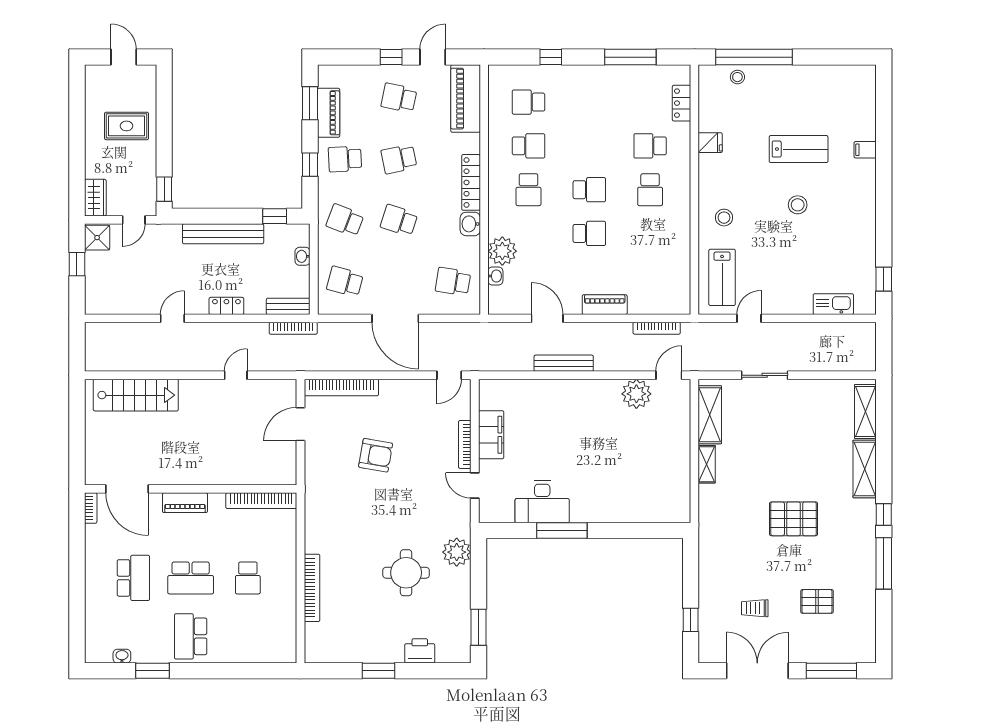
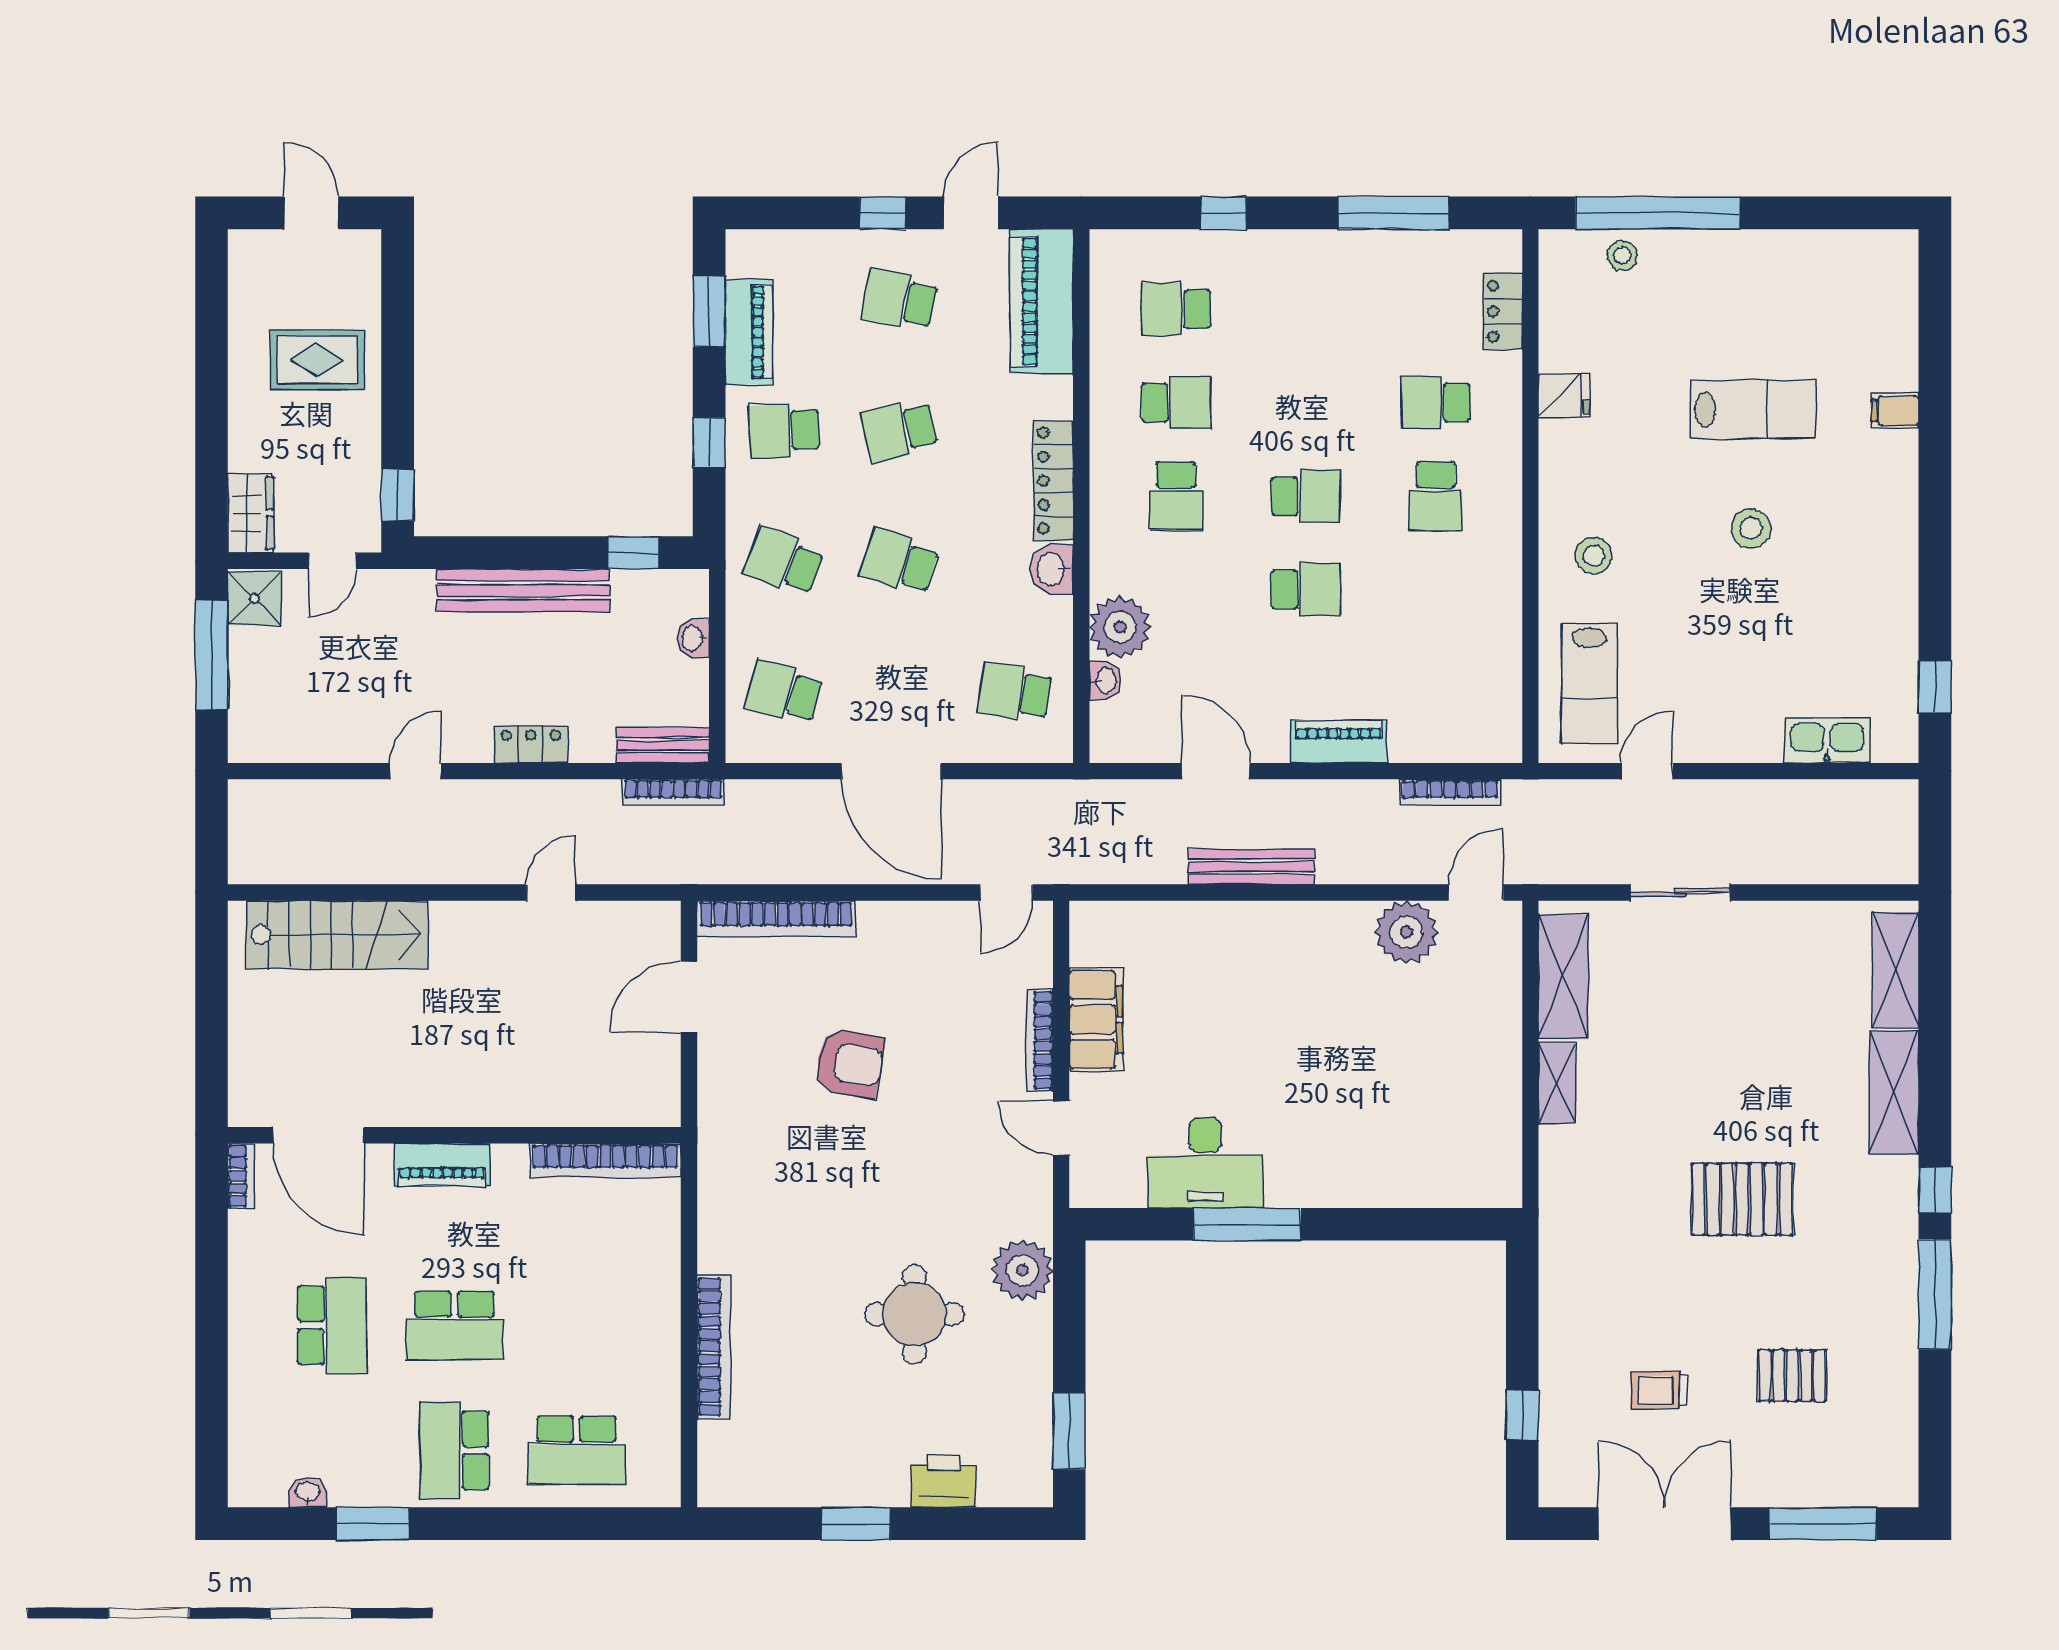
window: (77, 264) -> (212, 655), width x2.17
school desk: (248, 578) -> (577, 1450), moved, width x1.85

